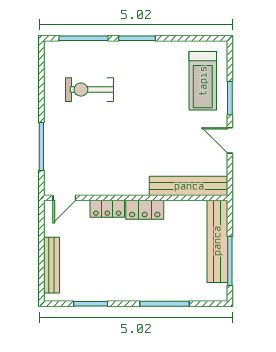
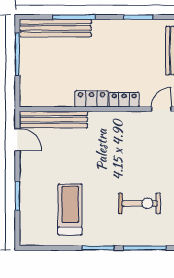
treadmill: (203, 81) -> (70, 210), moved
door: (230, 140) -> (17, 139), moved
bench: (217, 241) -> (55, 28), moved, turned 90

